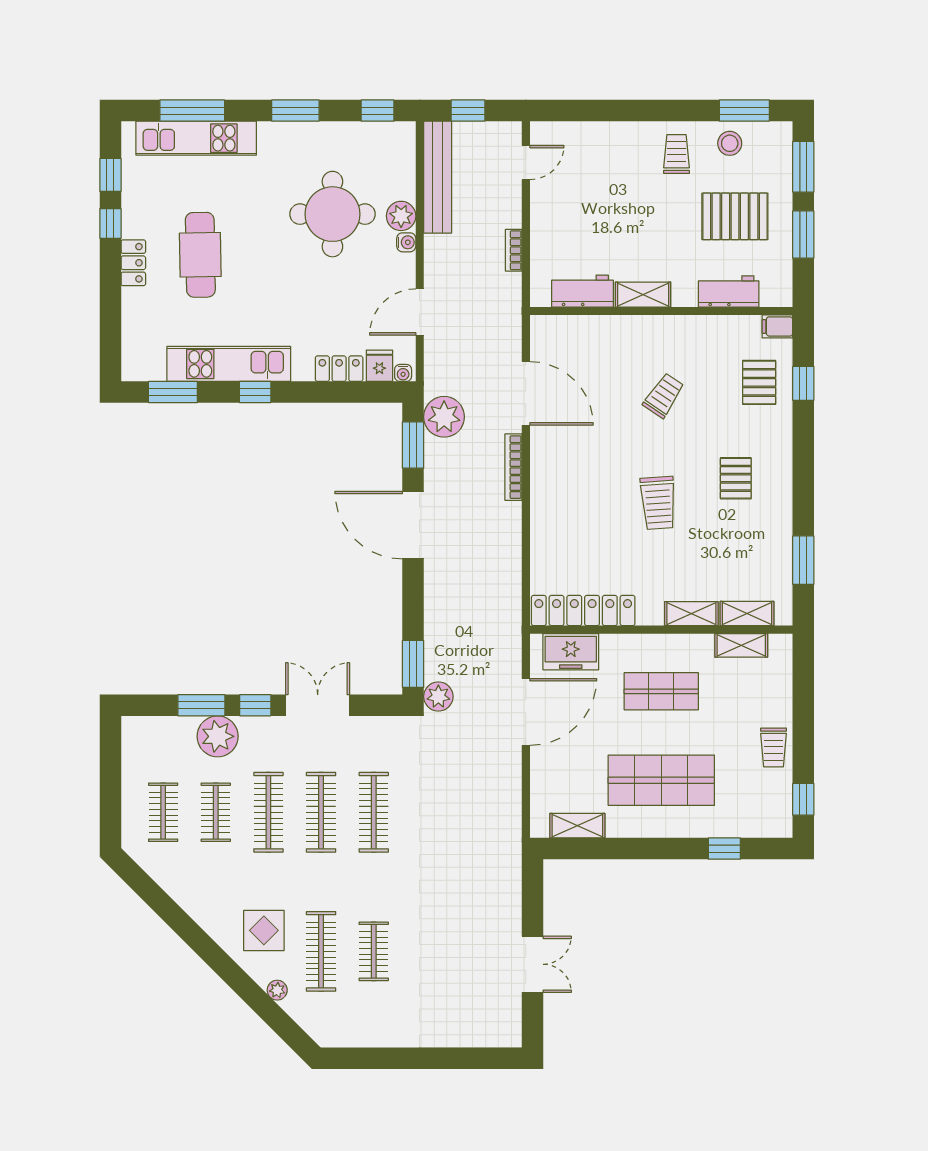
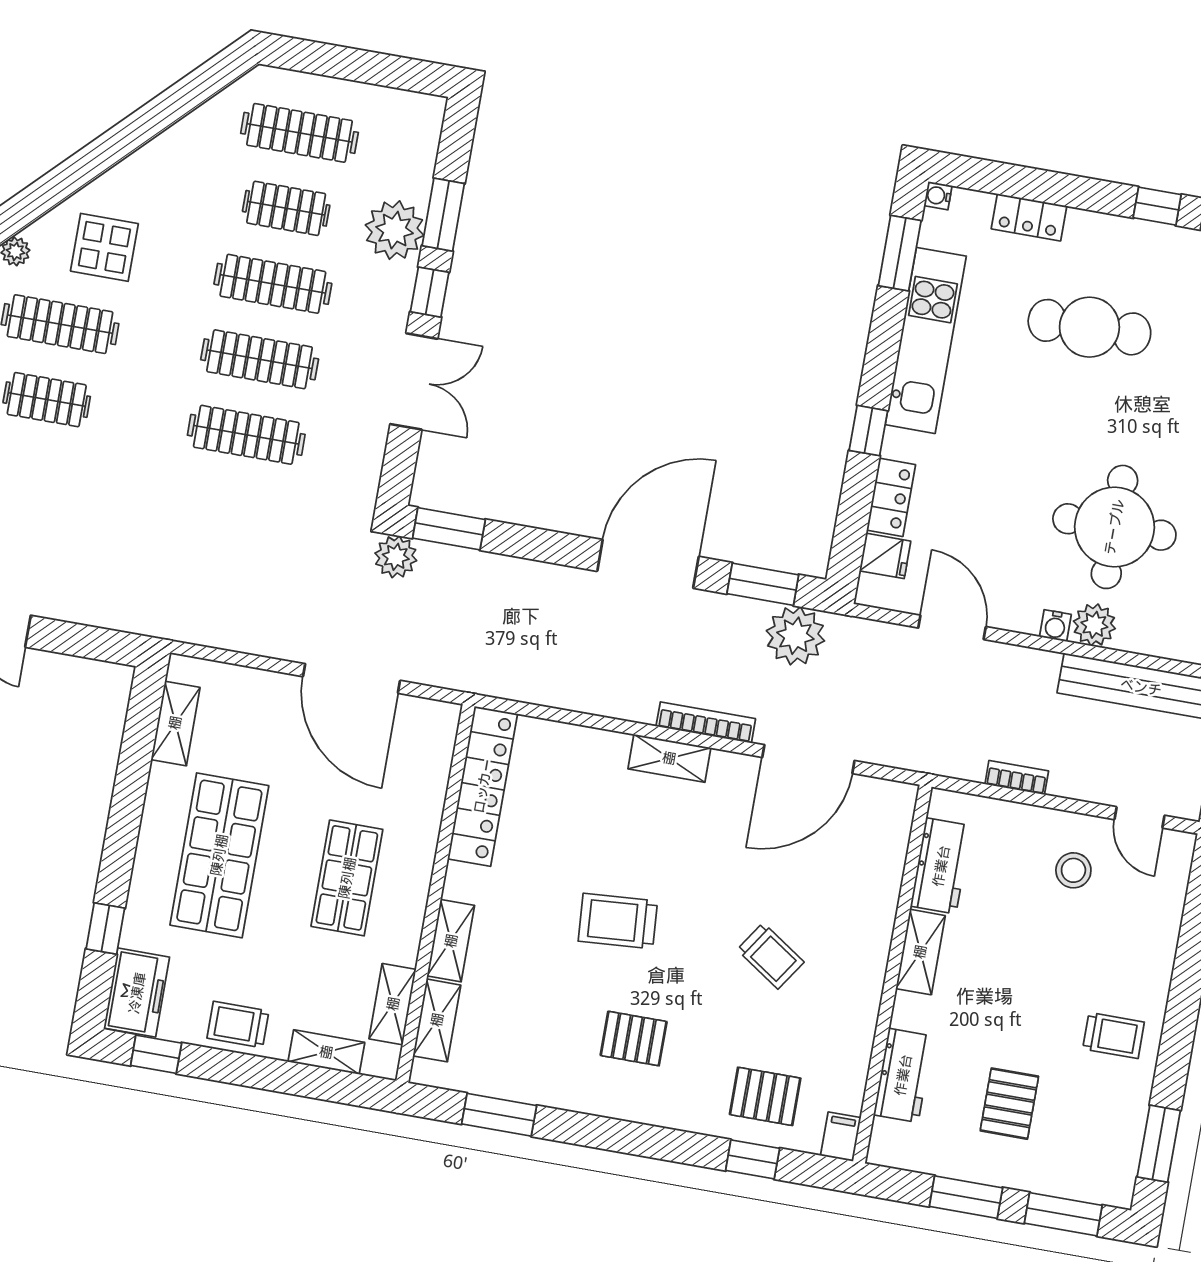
stool: (730, 143) -> (1073, 870), moved
pallet: (735, 216) -> (1009, 1104), width x0.67, depth x0.71
locker: (133, 263) -> (1029, 217), moved
water cooler: (403, 373) -> (938, 196), moved
window: (255, 392) -> (868, 431), moved
shelving: (542, 487) -> (669, 758), added
freezer: (571, 652) -> (137, 993), moved, turned 180
shelving: (782, 684) -> (326, 1052), added
clothes rail: (163, 812) -> (299, 133), width x1.36

